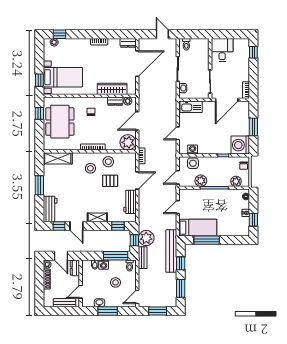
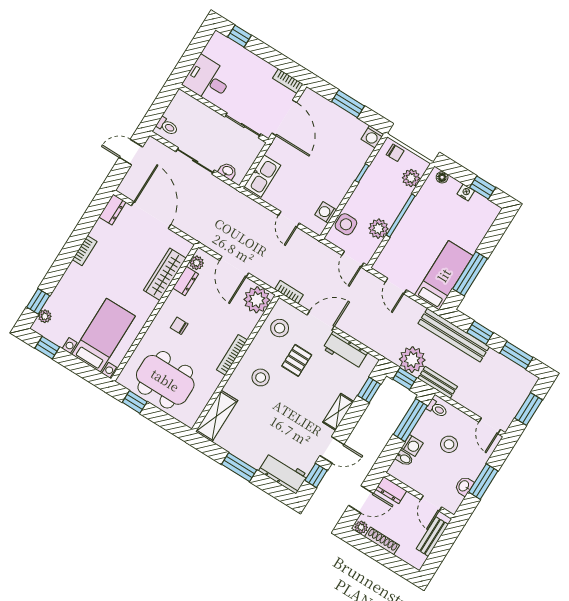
window: (39, 80) -> (47, 348), moved
washing machine: (240, 145) -> (372, 137), width x0.53, depth x0.53
stool: (108, 162) -> (280, 328), moved
door: (137, 181) -> (321, 321), hinge flipped

